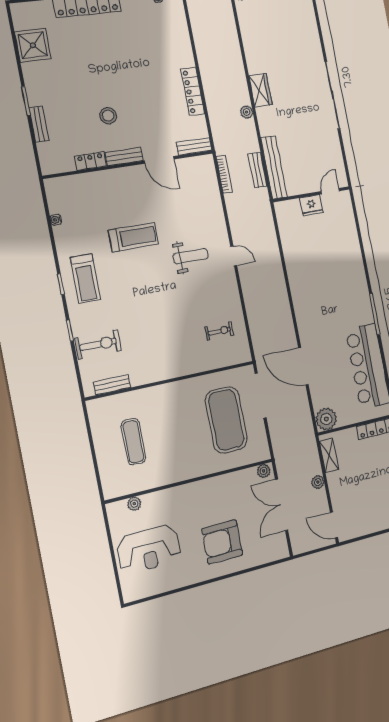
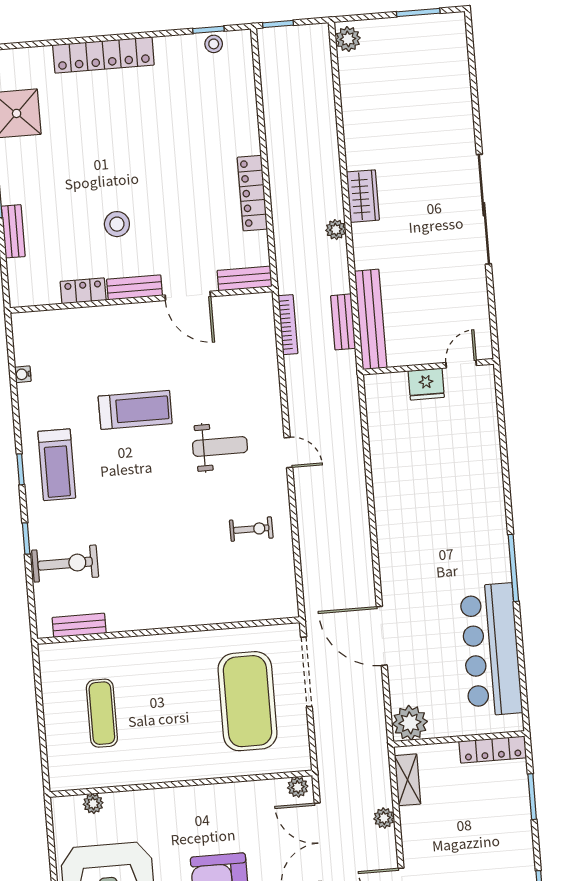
exercise bike: (219, 331) -> (251, 529), moved

